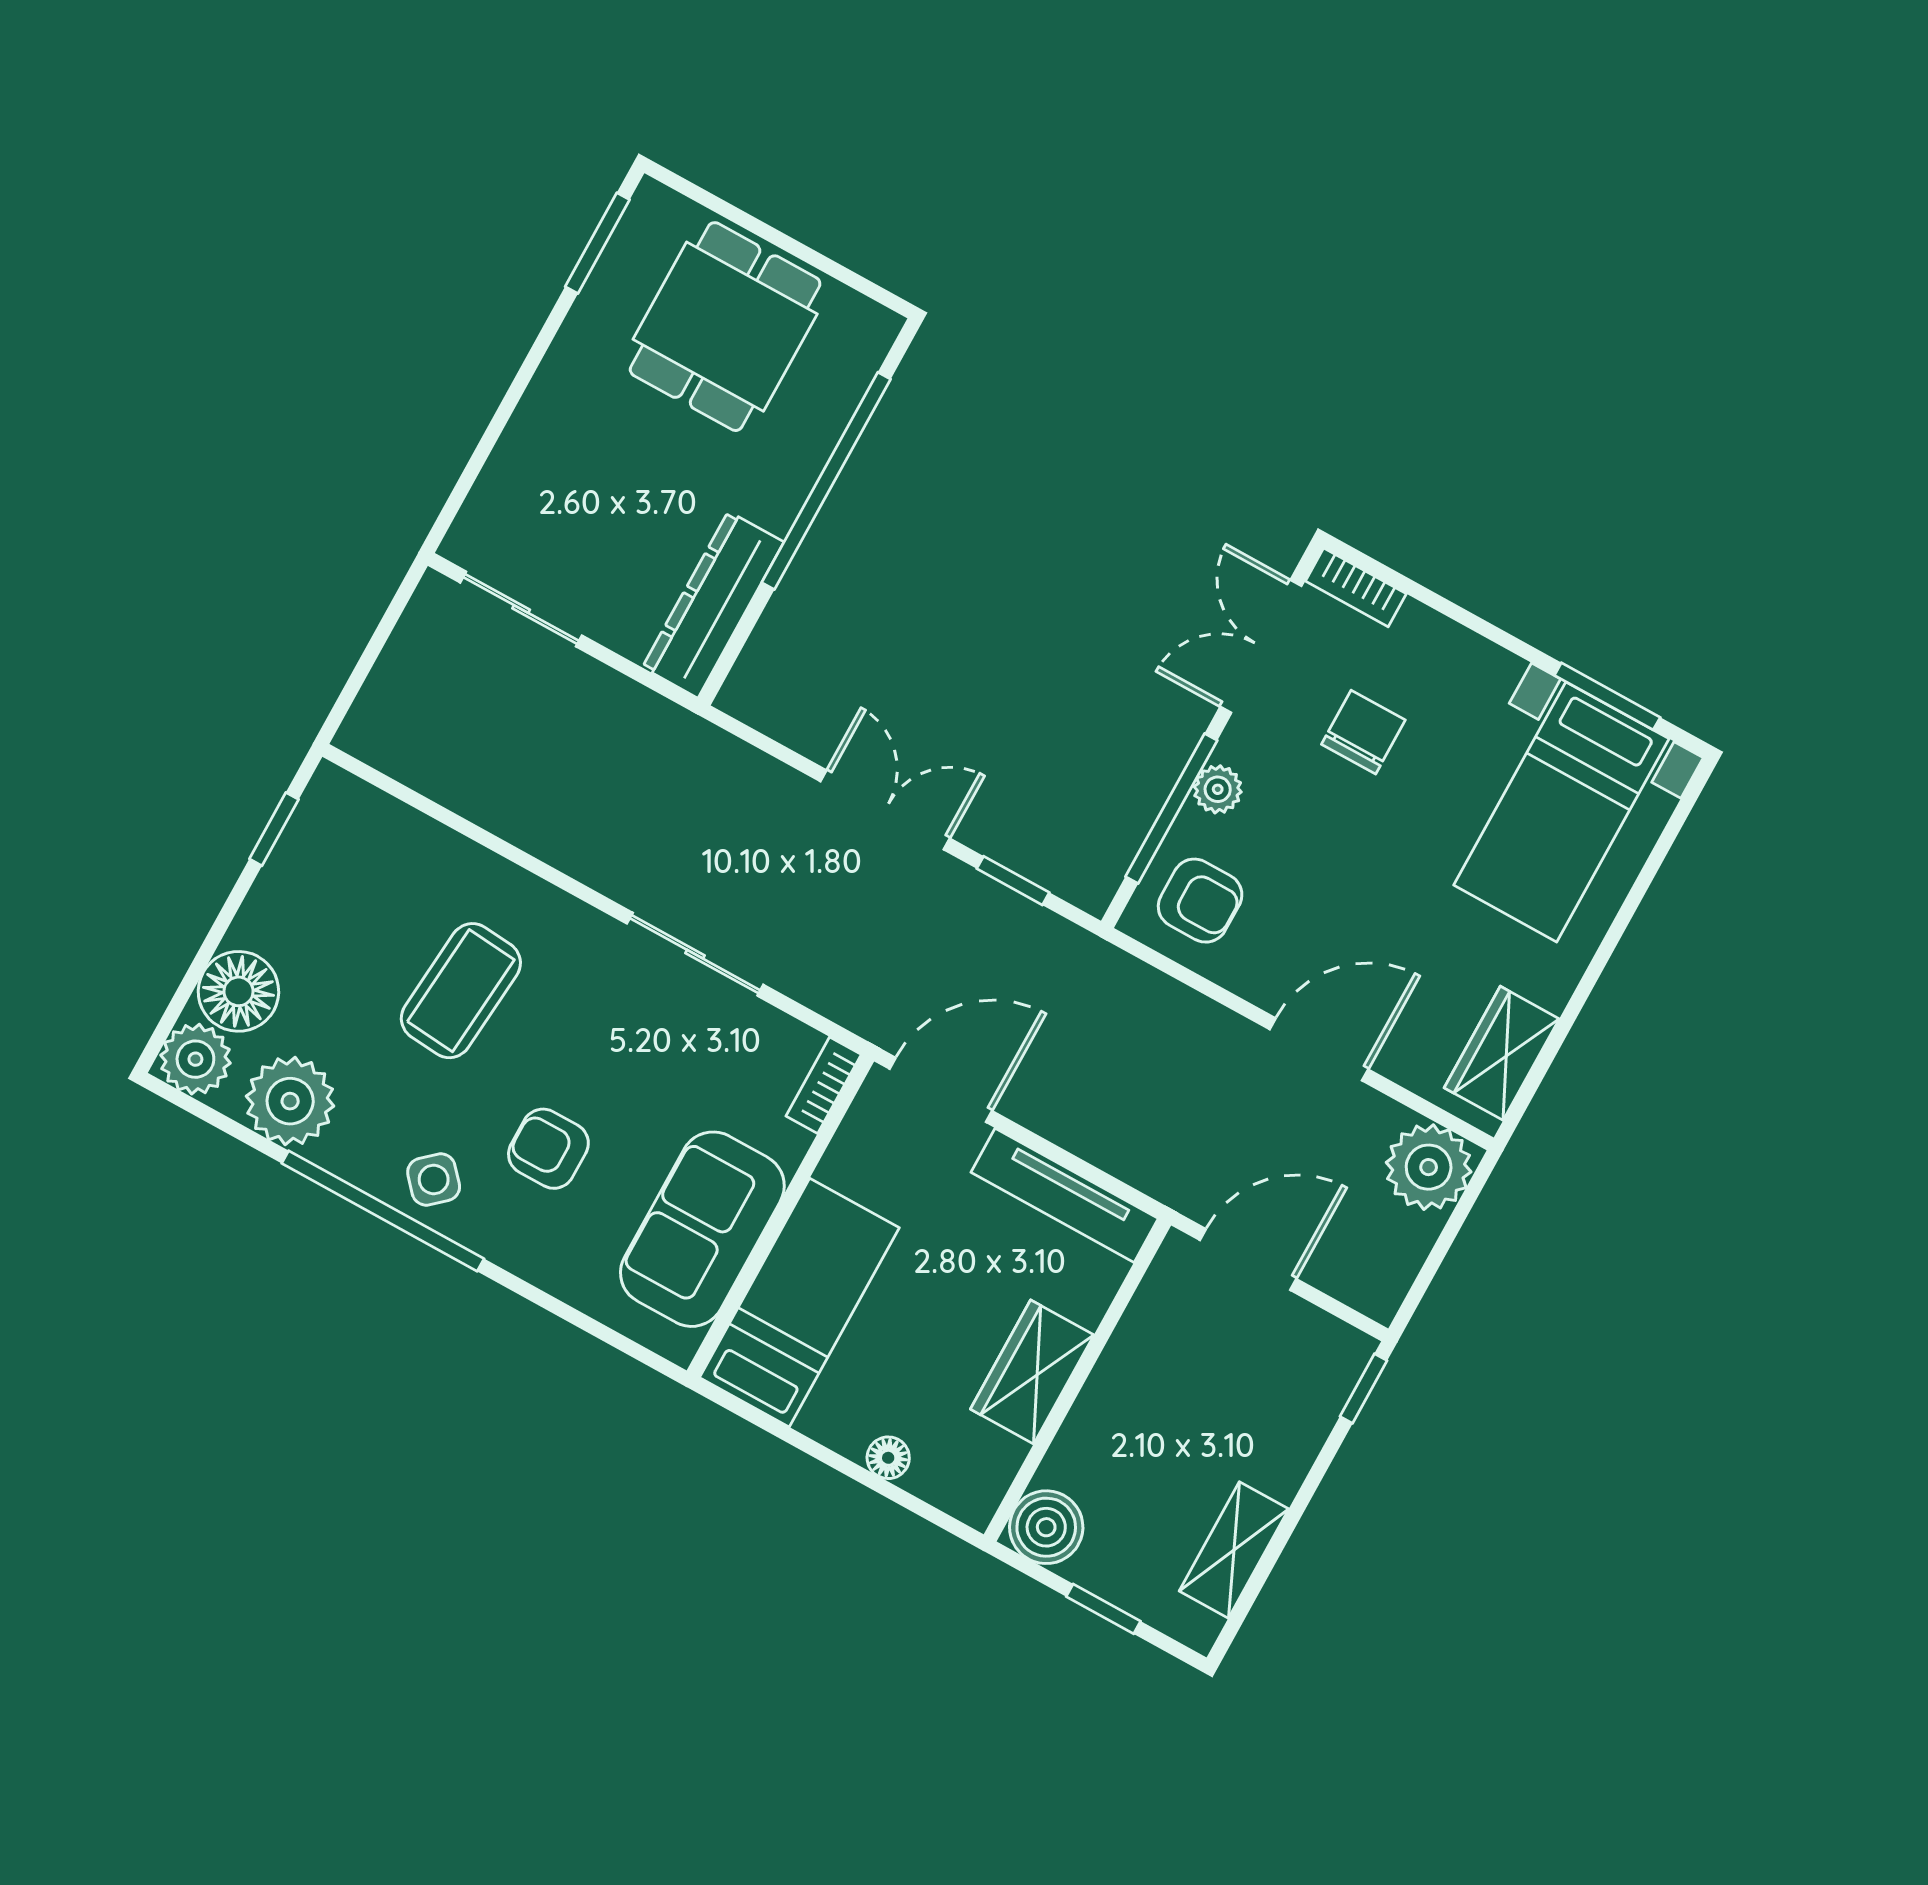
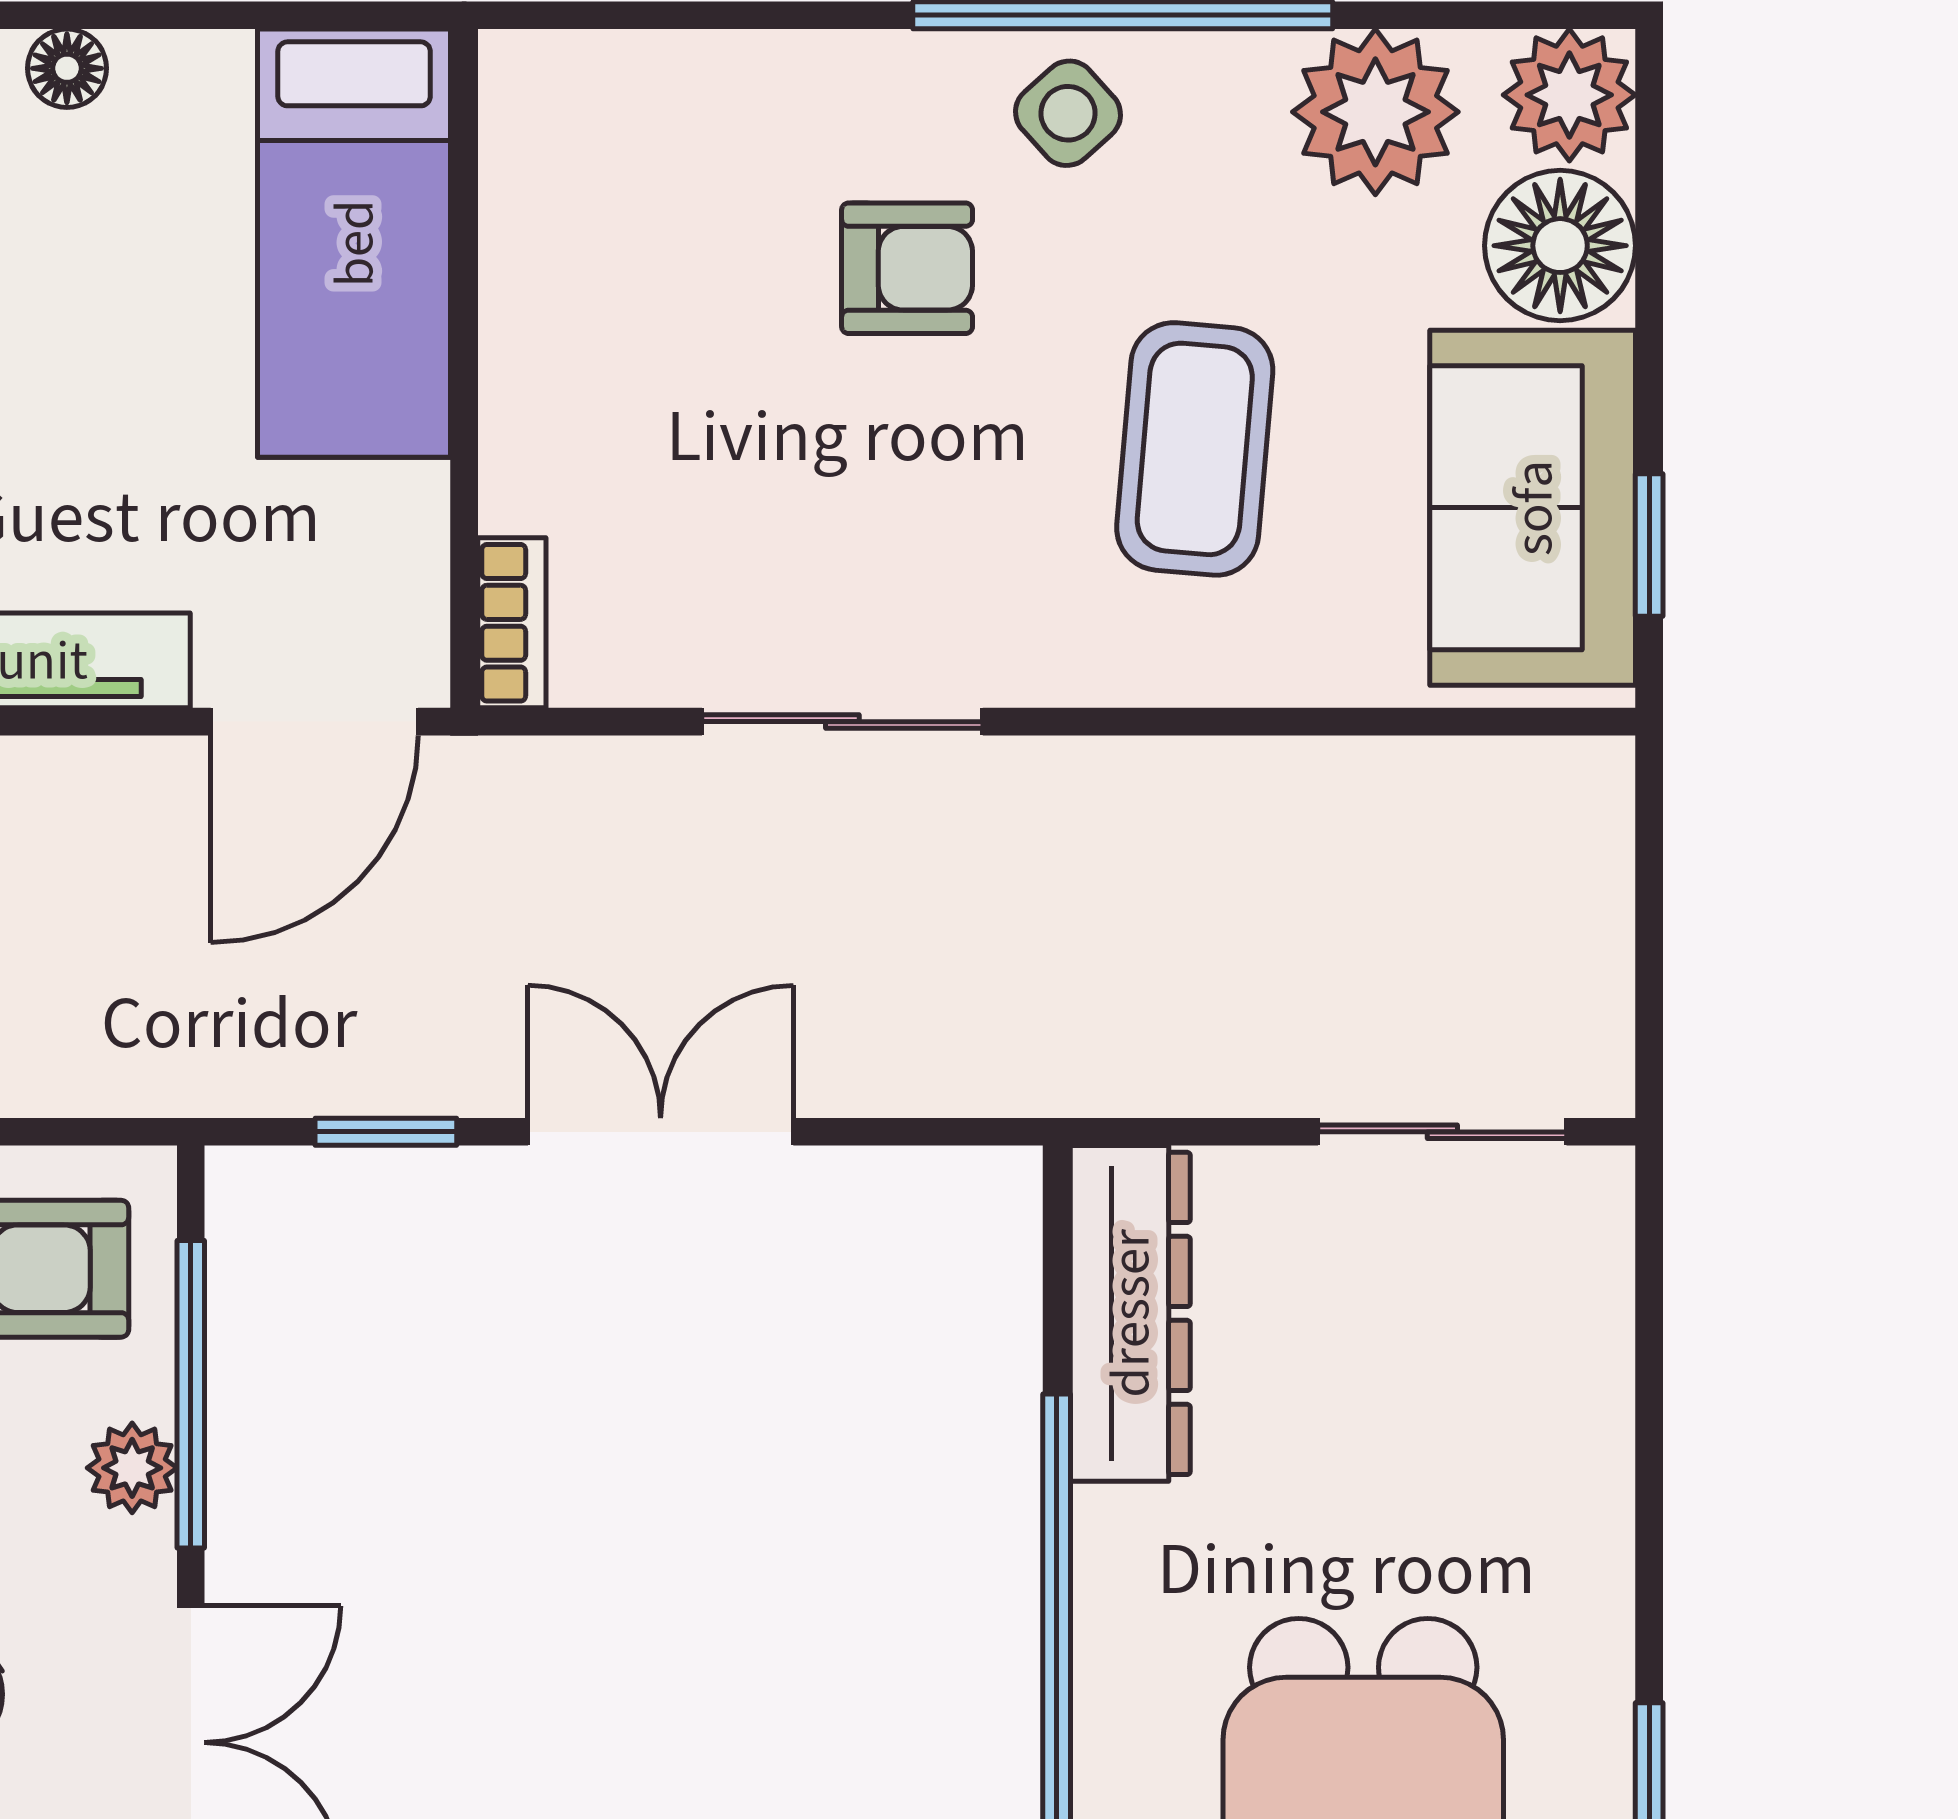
double door: (885, 810) -> (661, 1132), swing flipped
sofa: (702, 1229) -> (1533, 508), moved, turned 180

